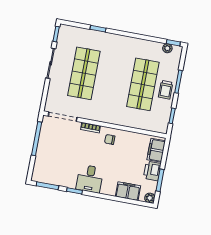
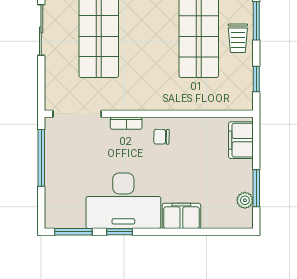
printer: (152, 171) -> (241, 175), removed
desk: (90, 179) -> (123, 201), width x1.87, depth x1.30
filing cabinet: (128, 191) -> (181, 216), moved
plant: (150, 198) -> (245, 200), moved

